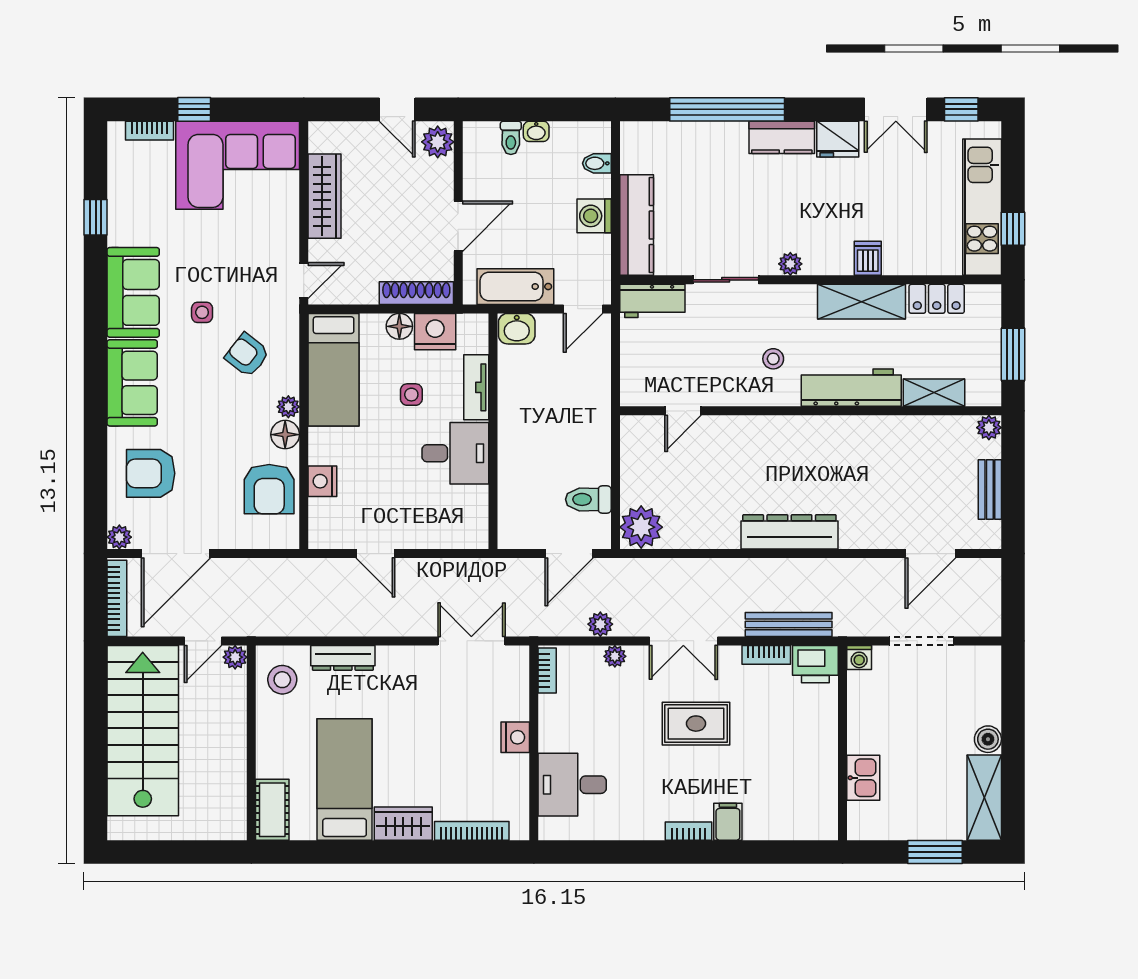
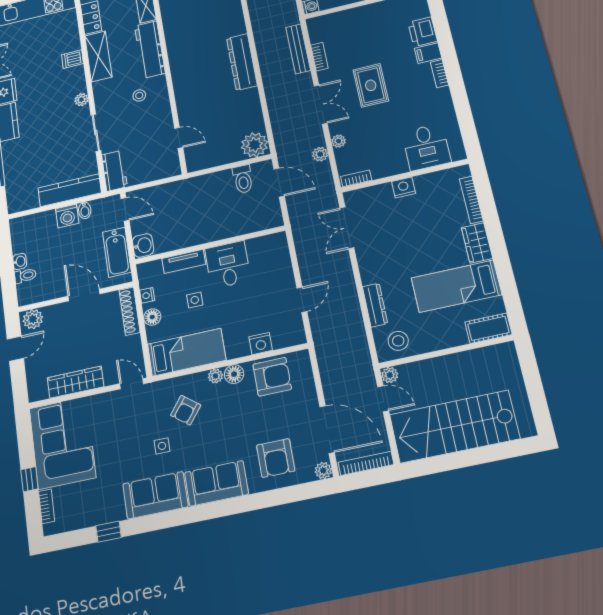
bidet: (597, 163) -> (85, 210), moved
nightstand: (435, 332) -> (147, 295), width x0.53, depth x0.56
printer: (815, 664) -> (423, 32), moved, turned 180

